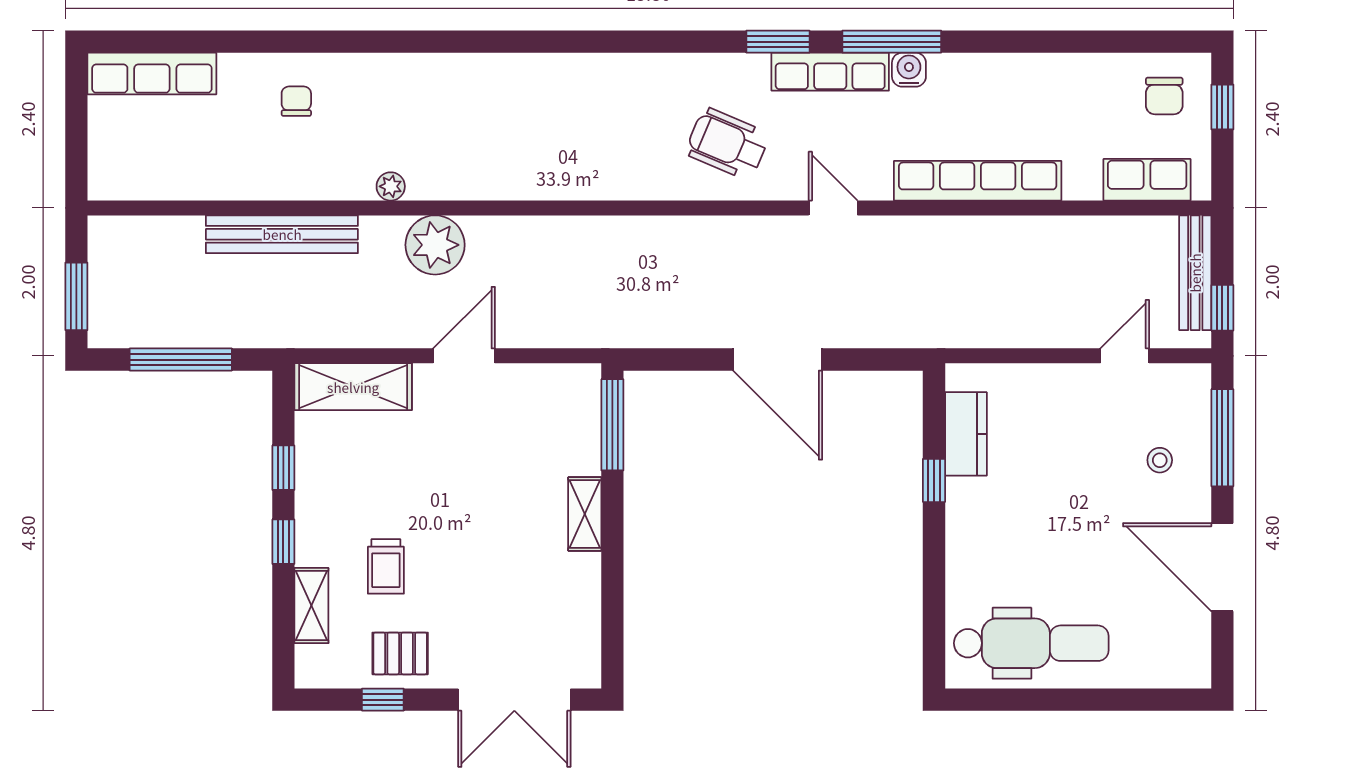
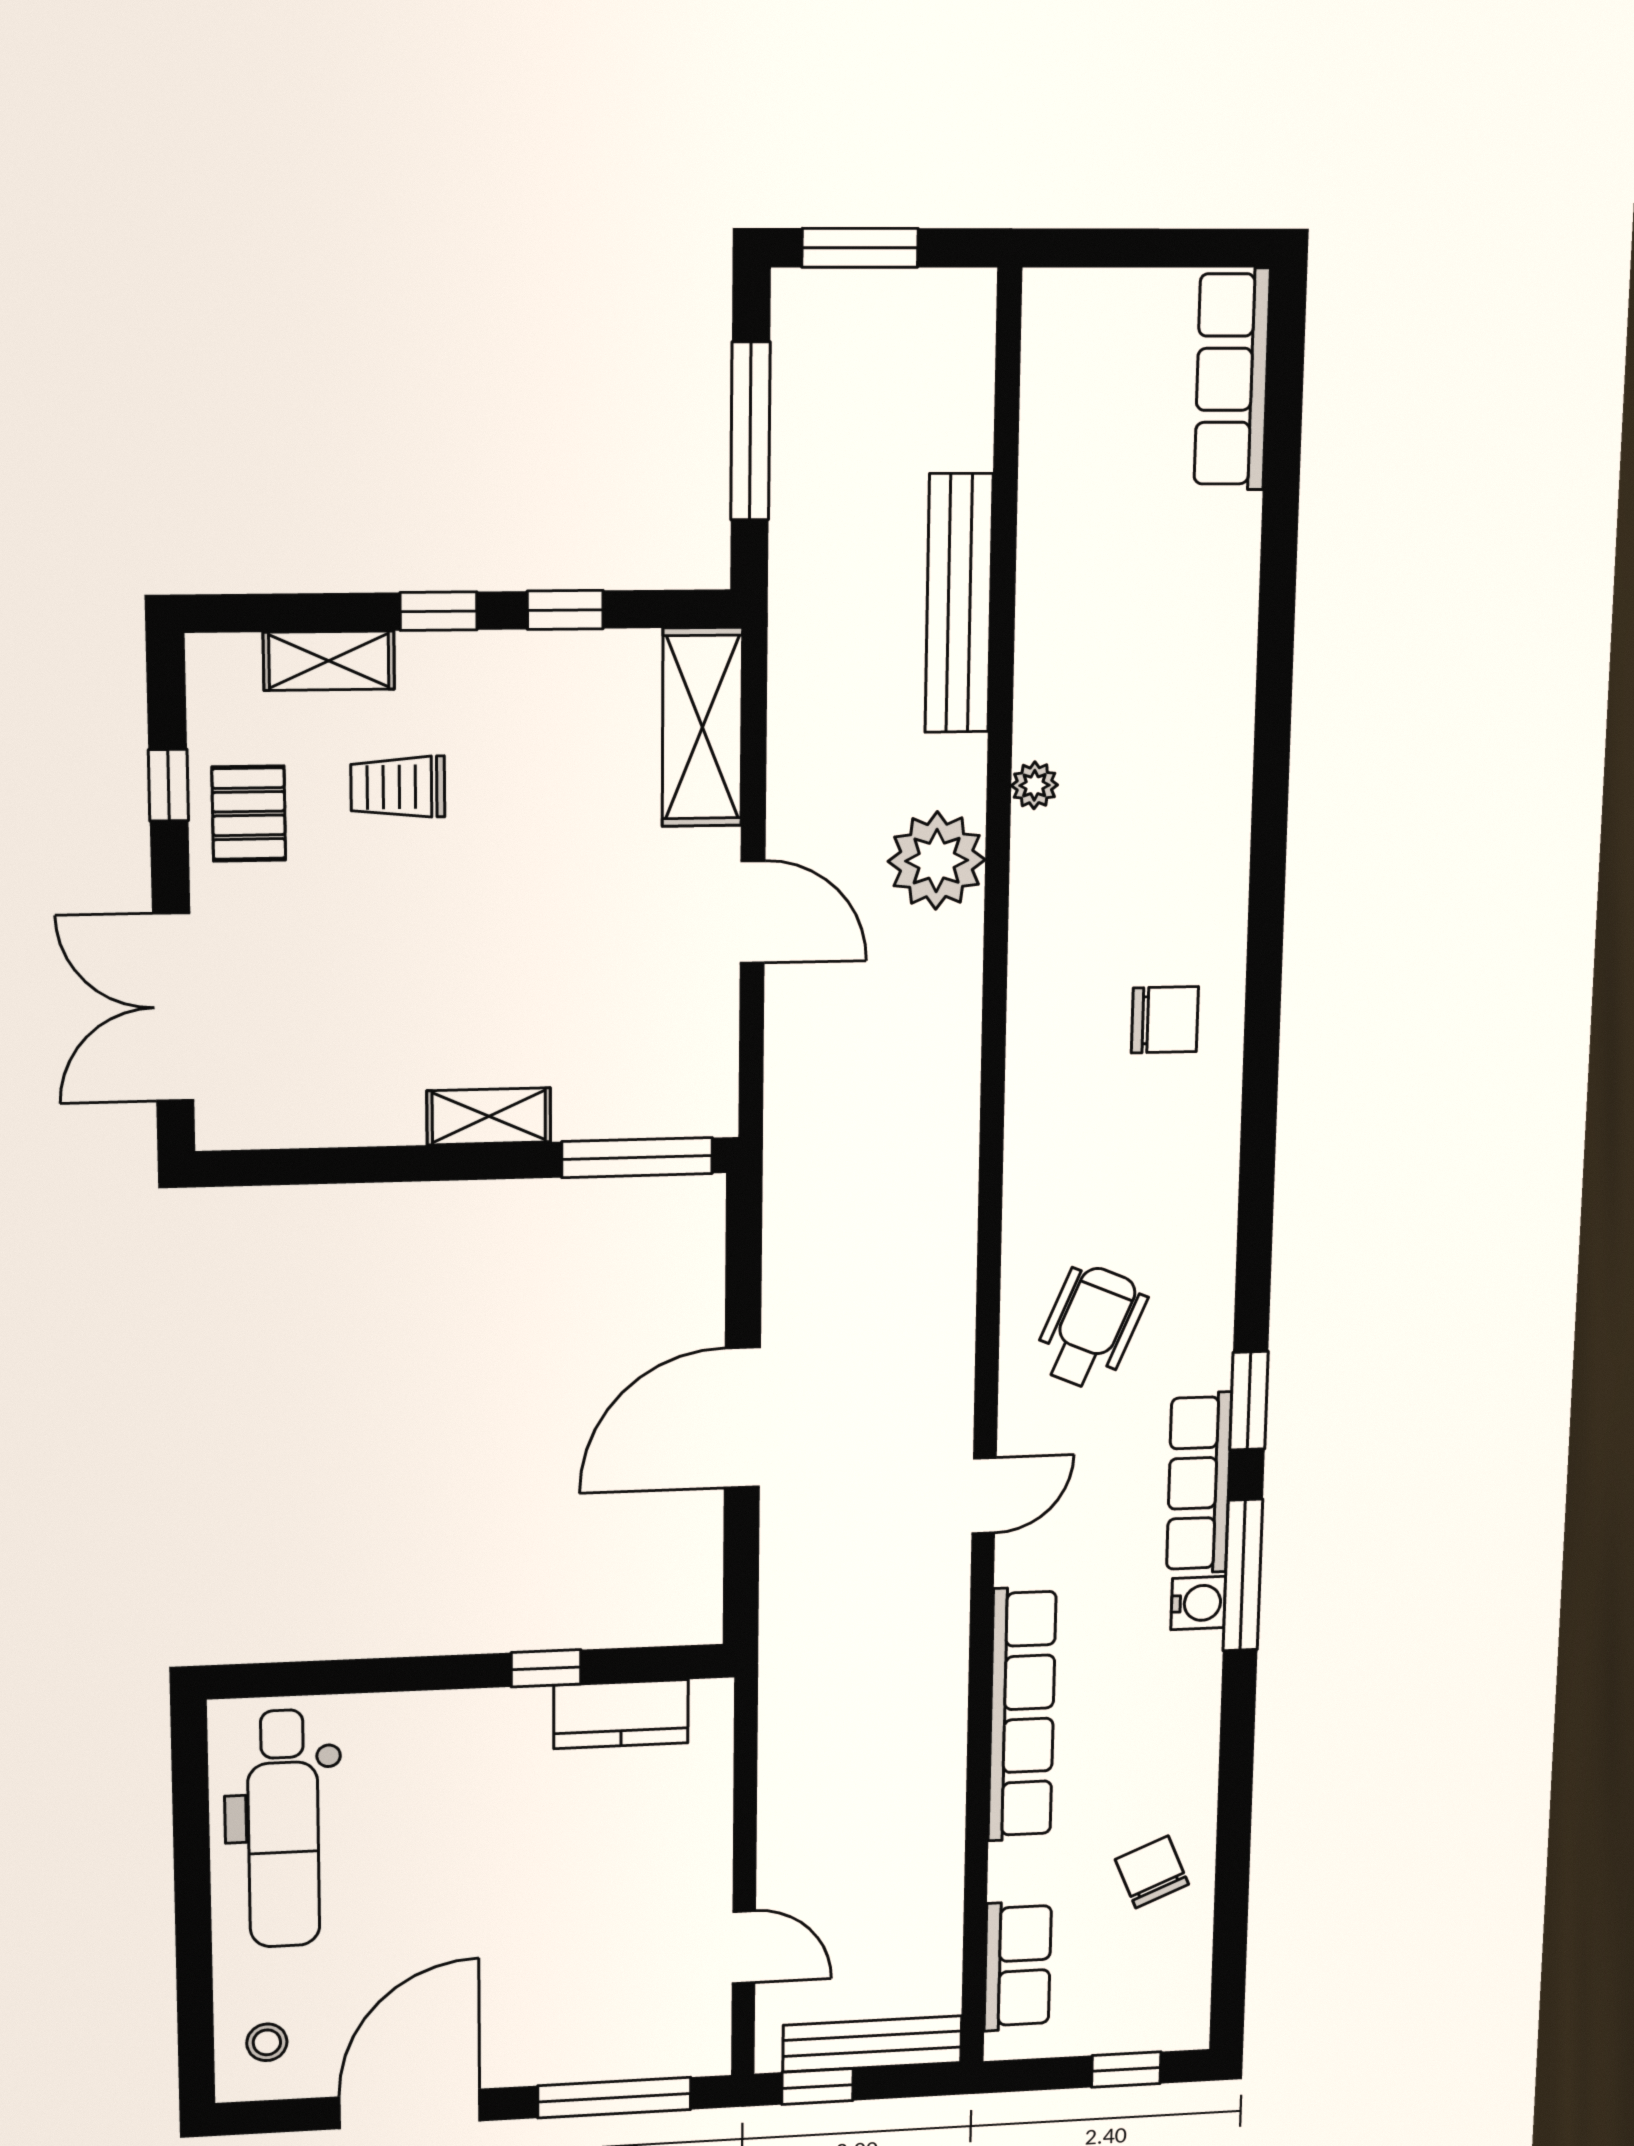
chair: (1164, 96) -> (1152, 1872), moved, turned 67
chair: (296, 101) -> (1165, 1020), moved, width x1.37, depth x1.37
stool: (1160, 460) -> (267, 2042), moved

